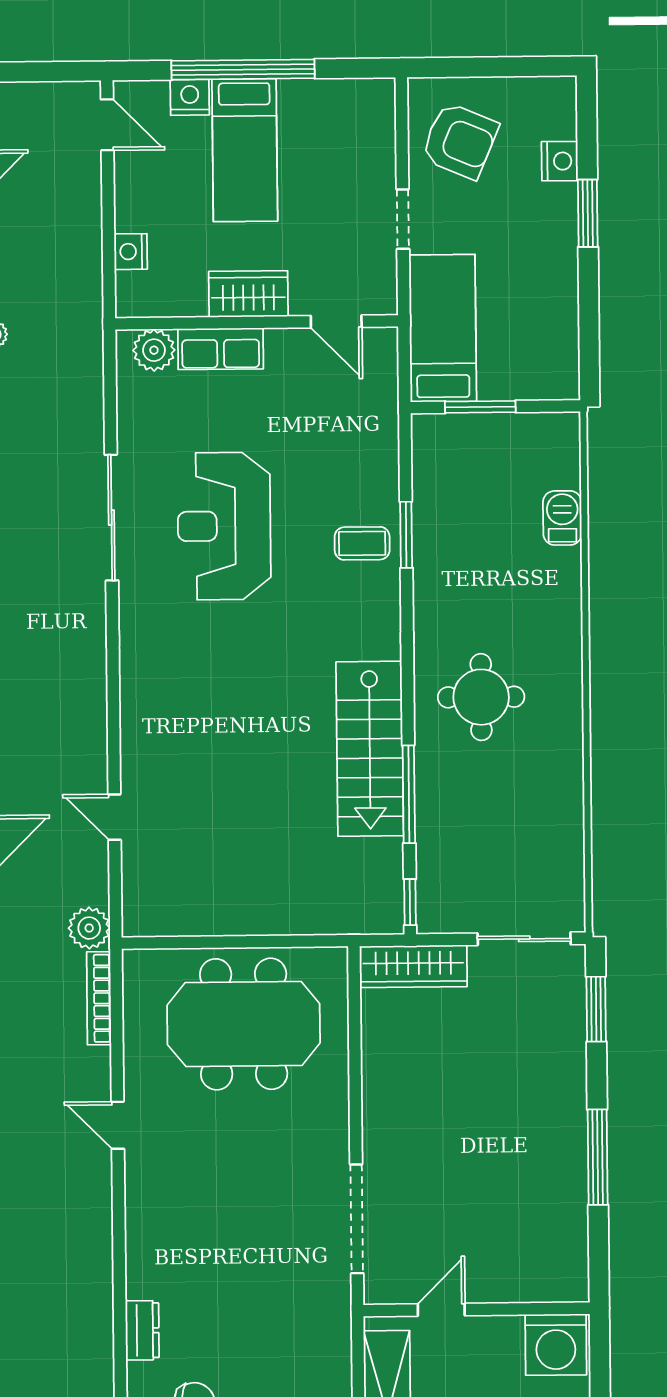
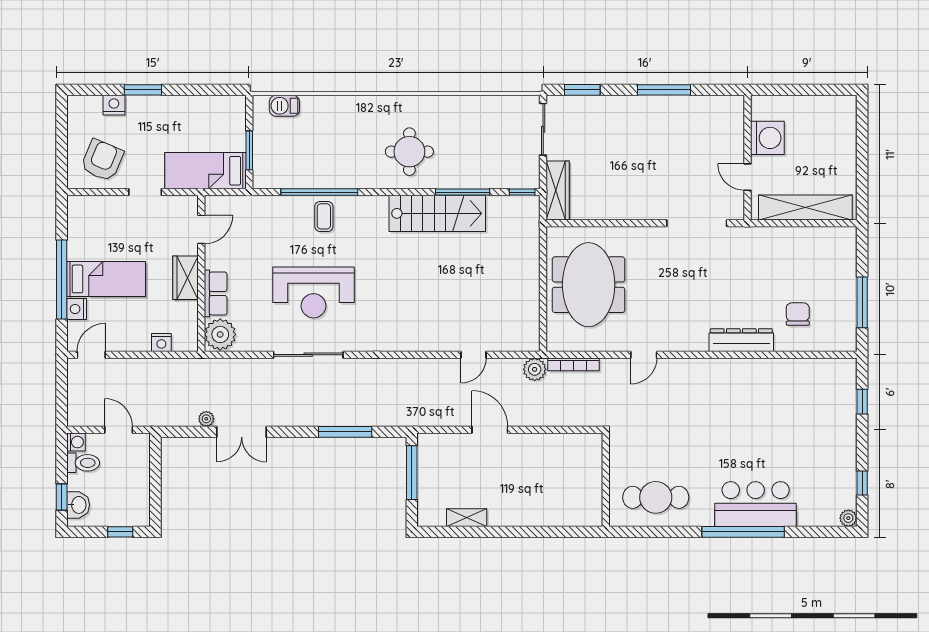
plant: (154, 350) -> (220, 334), width x1.36, depth x1.36
barbecue: (562, 518) -> (284, 106), moved
window: (406, 535) -> (319, 192), width x2.11
dresser: (142, 1330) -> (741, 340), width x1.96, depth x1.24
washing machine: (556, 1345) -> (767, 138), moved

